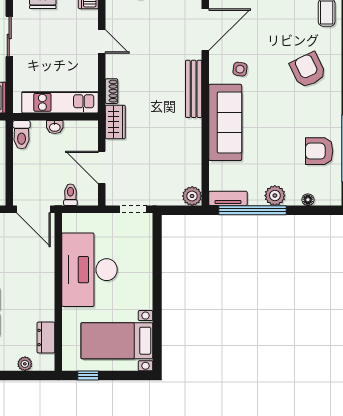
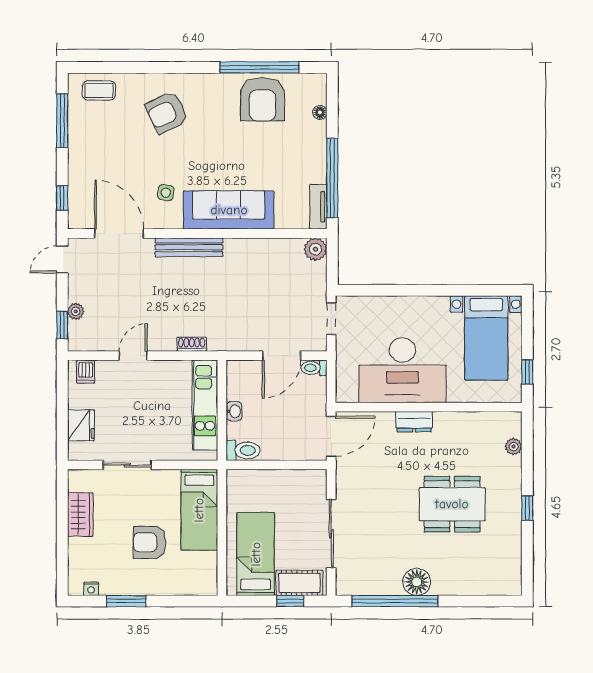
wardrobe: (115, 122) -> (228, 340), removed
armchair: (319, 151) -> (262, 99), width x1.36, depth x1.36
toilet: (70, 195) -> (314, 368), moved
plant: (275, 196) -> (315, 151), removed
dresser: (46, 338) -> (414, 422), moved

